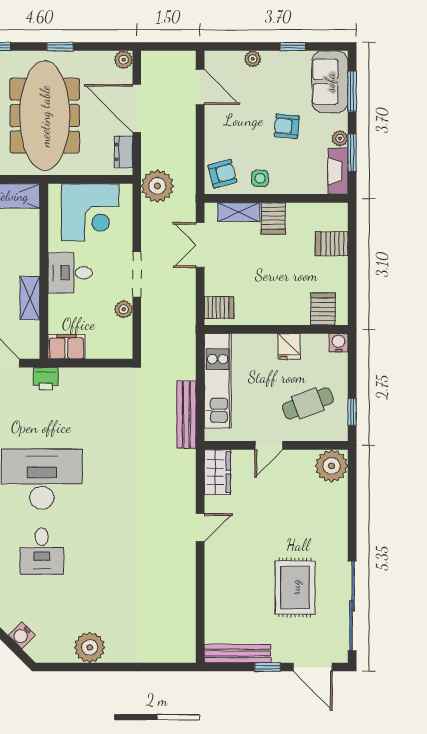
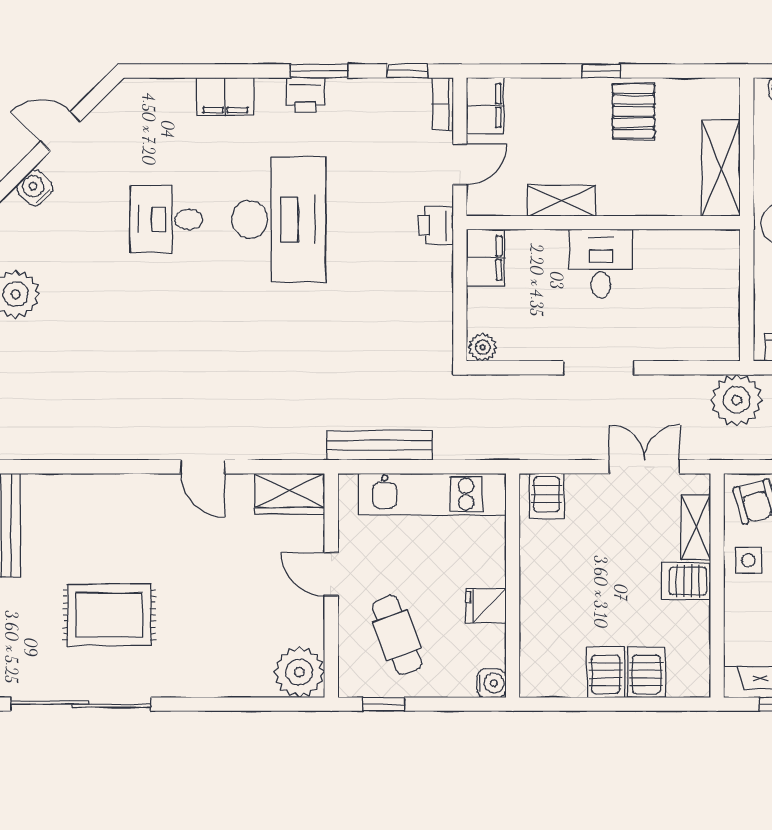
corner desk: (90, 212) -> (695, 295), removed
plant: (124, 309) -> (483, 347), moved
server rack: (323, 309) -> (606, 672), moved, turned -90

